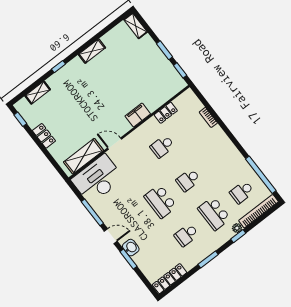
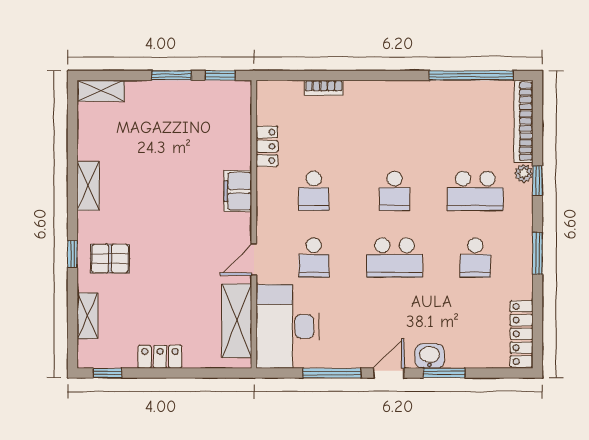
pallet: (69, 83) -> (110, 259), added
school desk: (242, 192) -> (314, 258), moved

